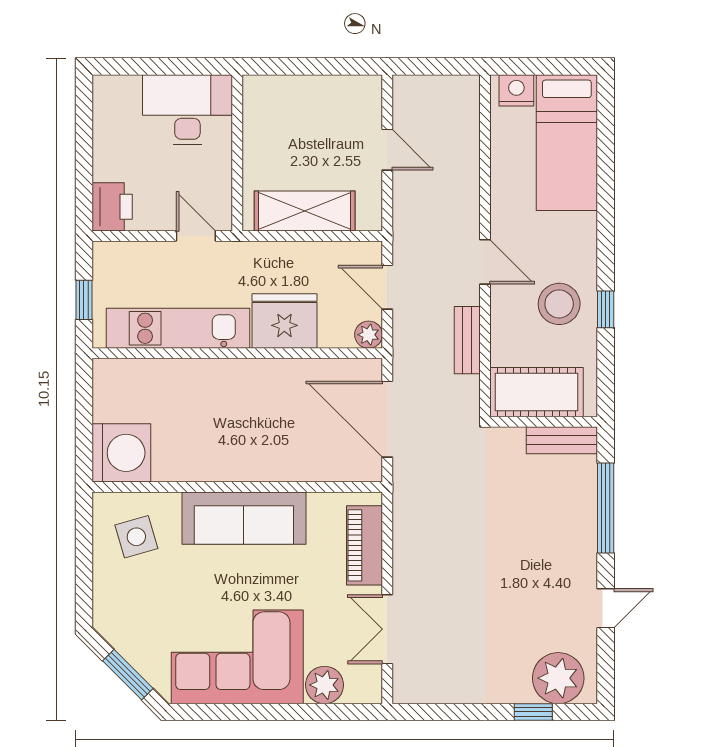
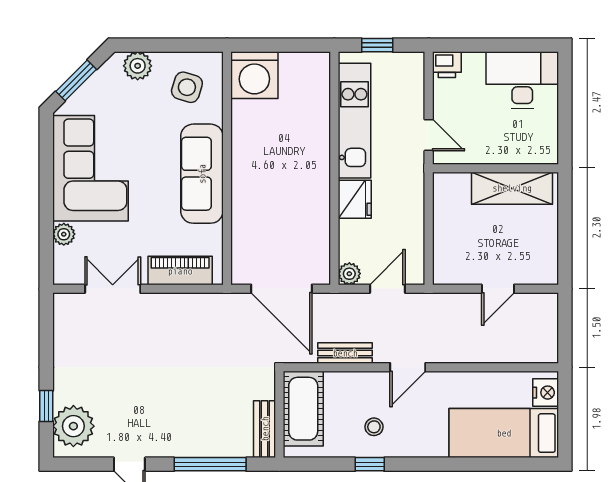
desk: (187, 110) -> (522, 80), moved, turned -90
printer: (112, 207) -> (447, 65), width x0.73, depth x0.81
shelving: (305, 211) -> (512, 188), moved, turned 90
door: (196, 236) -> (429, 135), hinge flipped
stool: (559, 304) -> (374, 427), width x0.53, depth x0.53
fridge: (284, 321) -> (355, 199), width x0.73, depth x0.75
door: (387, 419) -> (281, 289), swing flipped
side table: (136, 537) -> (187, 87), turned 33
plant: (110, 598) -> (138, 66), added
plant: (324, 685) -> (64, 234), width x0.73, depth x0.73

